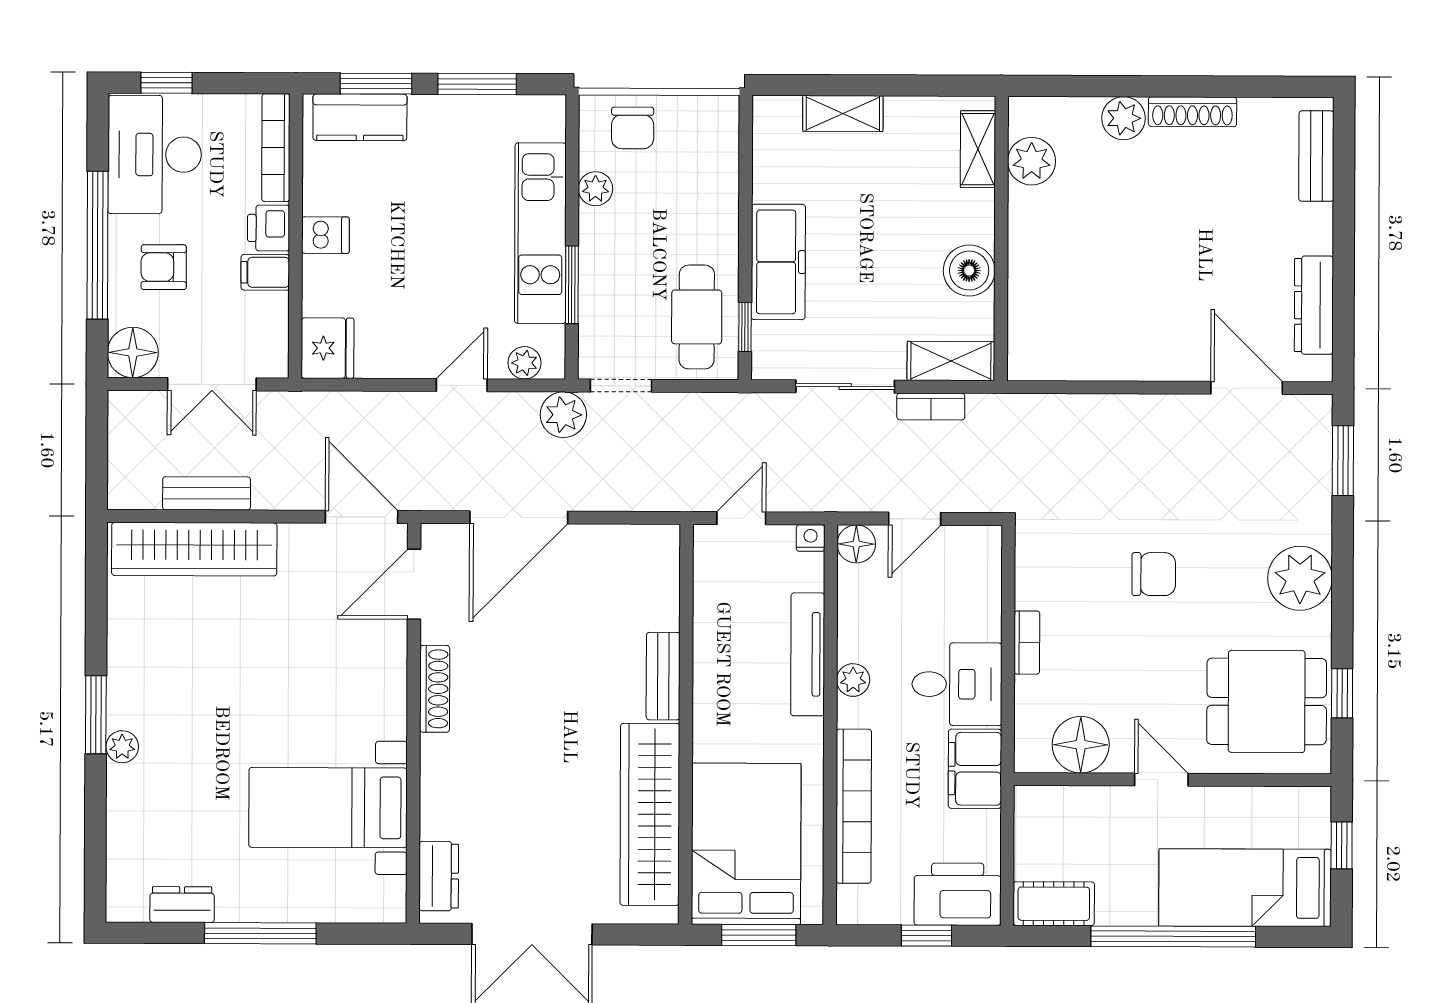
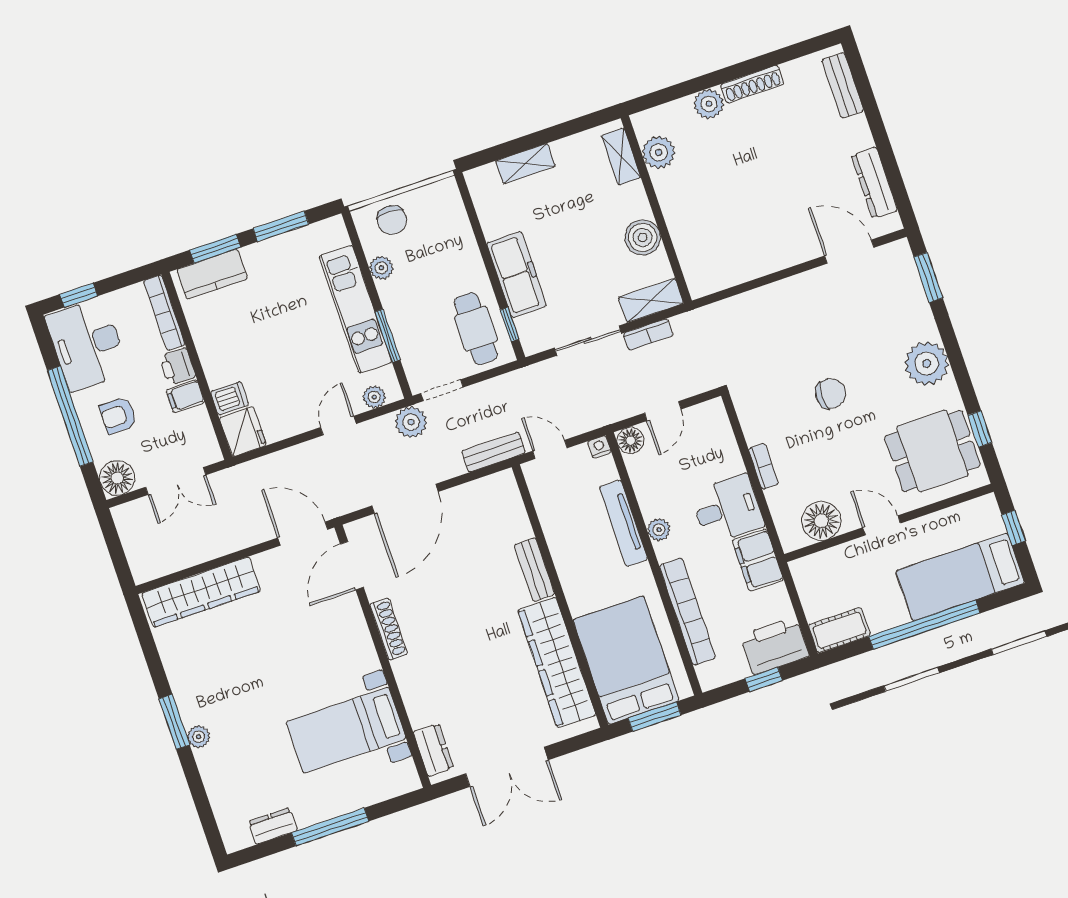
dishwasher: (325, 235) -> (230, 398), moved
bench: (207, 493) -> (493, 452), moved
door: (741, 518) -> (550, 449), hinge flipped

